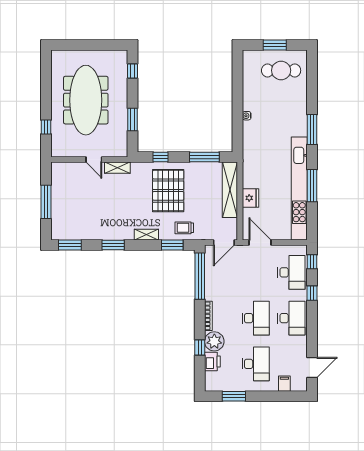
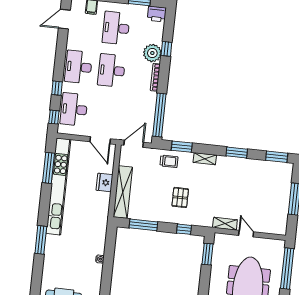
window: (133, 119) -> (207, 254), moved
window: (46, 127) -> (287, 269), width x3.17
window: (312, 186) -> (48, 168), moved
pallet: (168, 191) -> (180, 197), width x0.49, depth x0.50
printer: (212, 362) -> (157, 14), moved, turned -90

